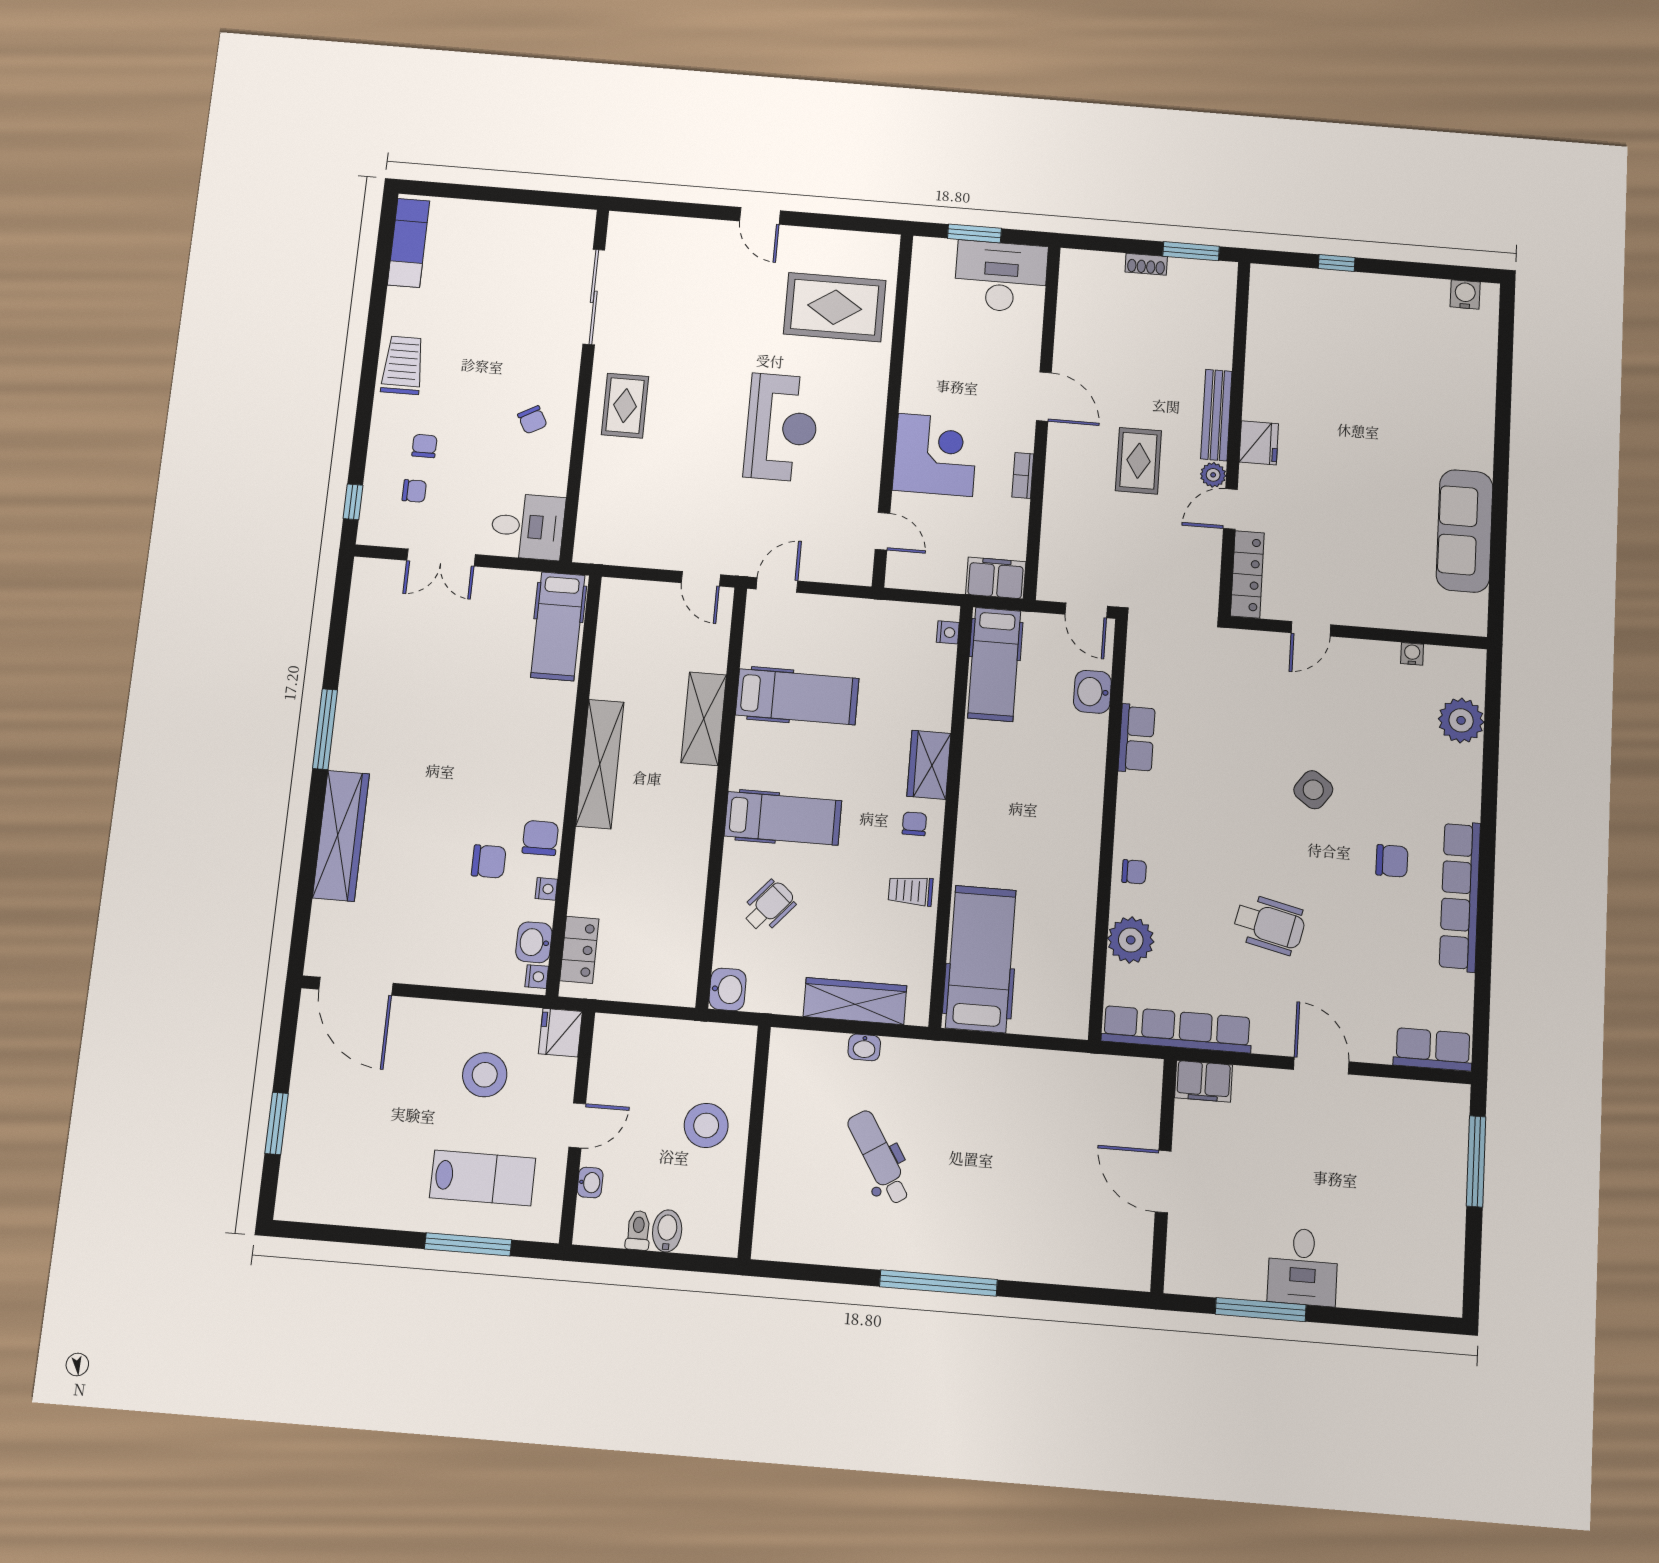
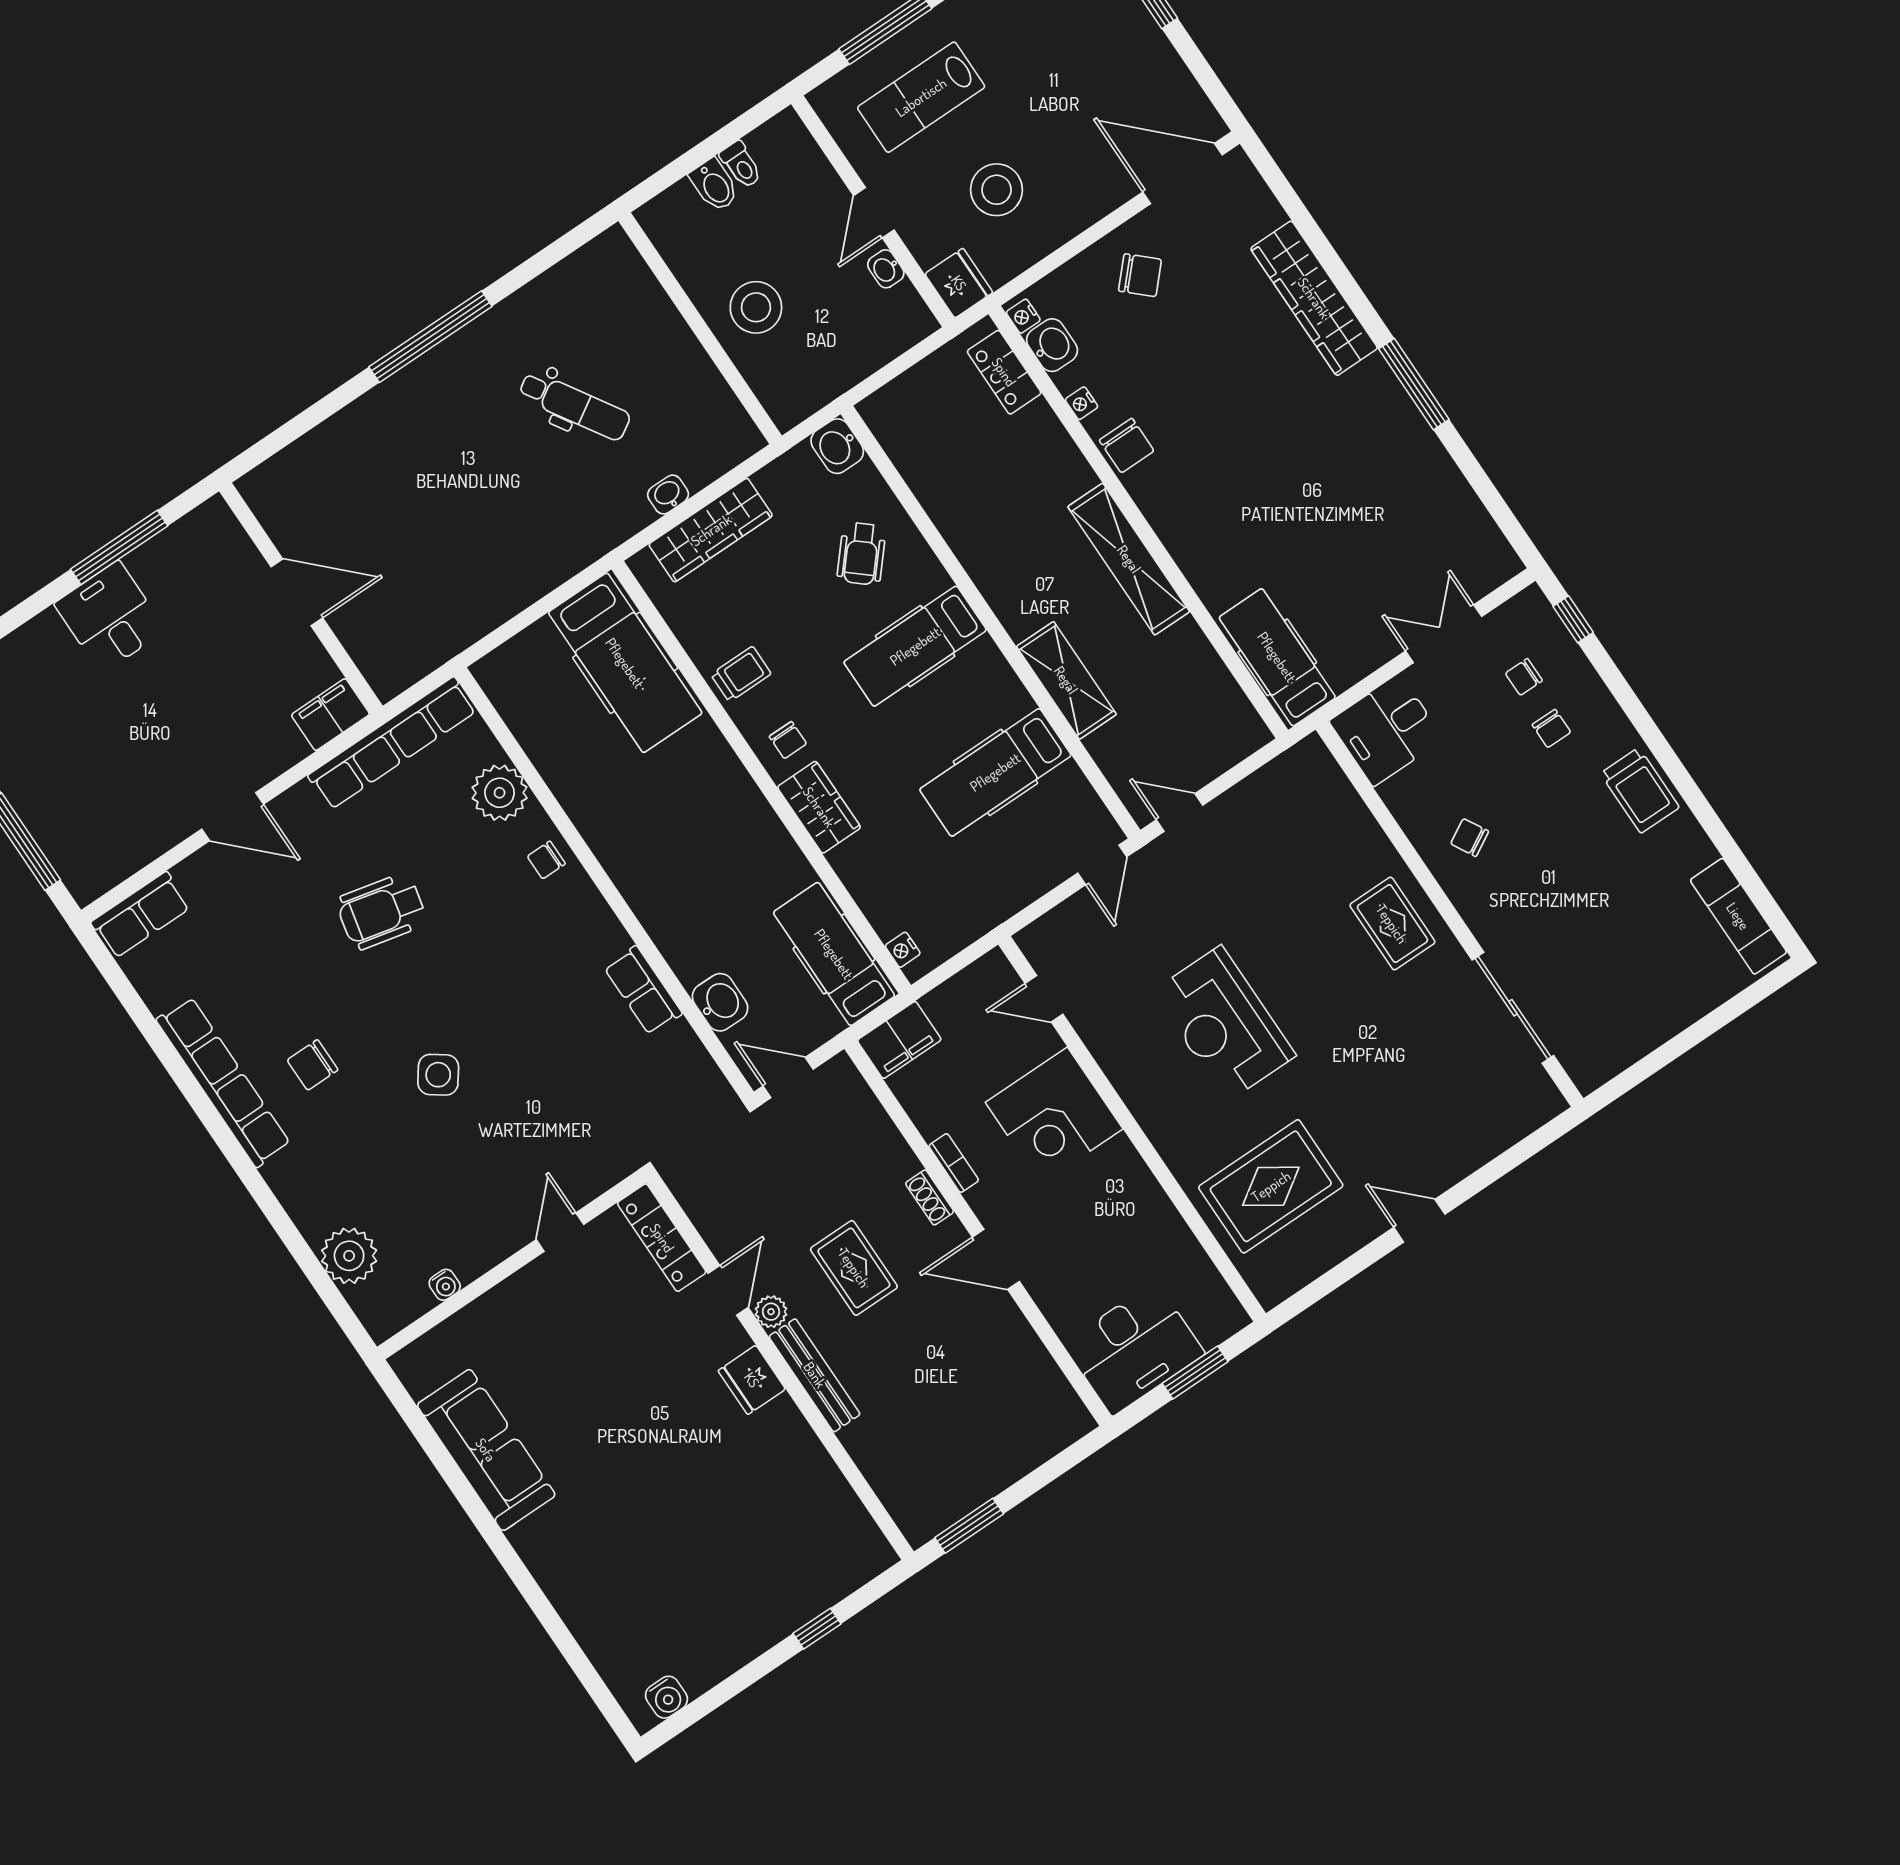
shoe rack: (1146, 264) -> (930, 1197), moved, turned -90
chair: (489, 861) -> (1140, 275), moved, turned -137
washbasin: (590, 1183) -> (886, 269), moved

